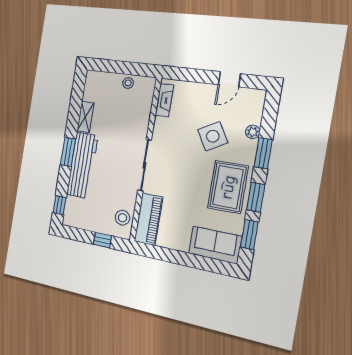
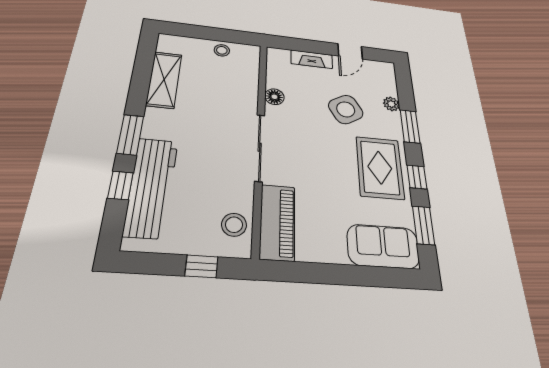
fireplace: (164, 100) -> (312, 59), moved, turned 90
shelving: (85, 117) -> (164, 80), width x1.50, depth x1.33
floor lamp: (160, 124) -> (274, 97), added
workbench: (82, 165) -> (151, 187), moved
window: (256, 197) -> (417, 177), width x0.67
window: (59, 205) -> (121, 185), moved

